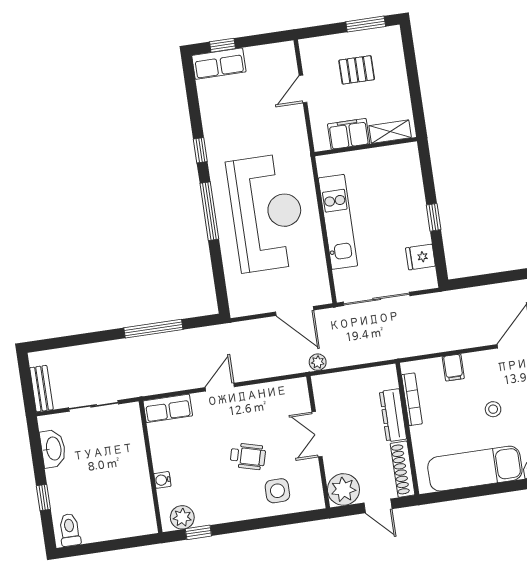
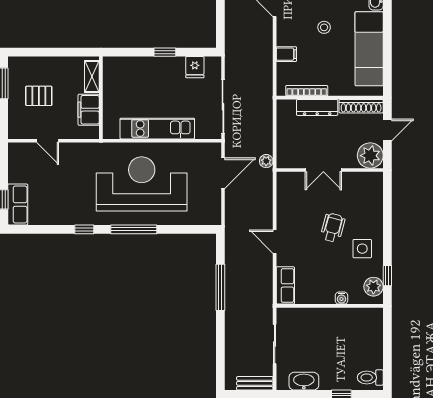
pallet: (357, 70) -> (39, 96), turned 90
side table: (277, 491) -> (362, 249), moved

